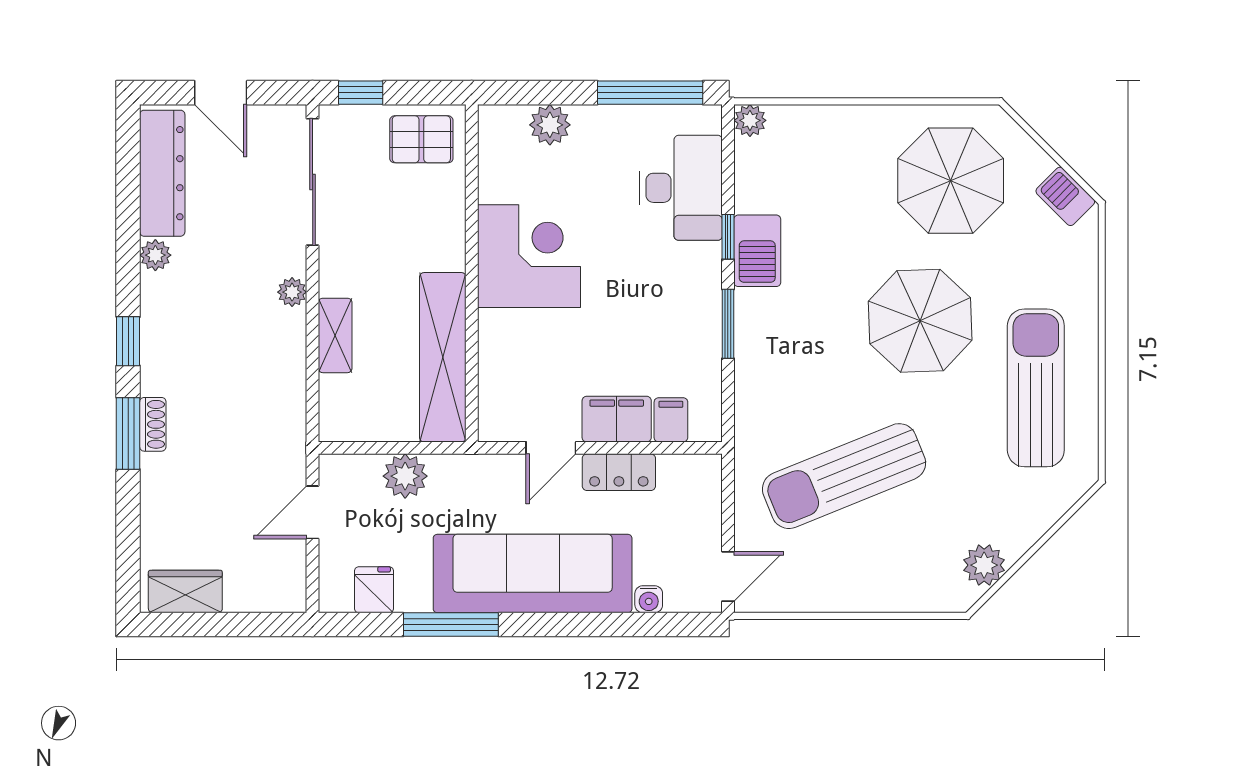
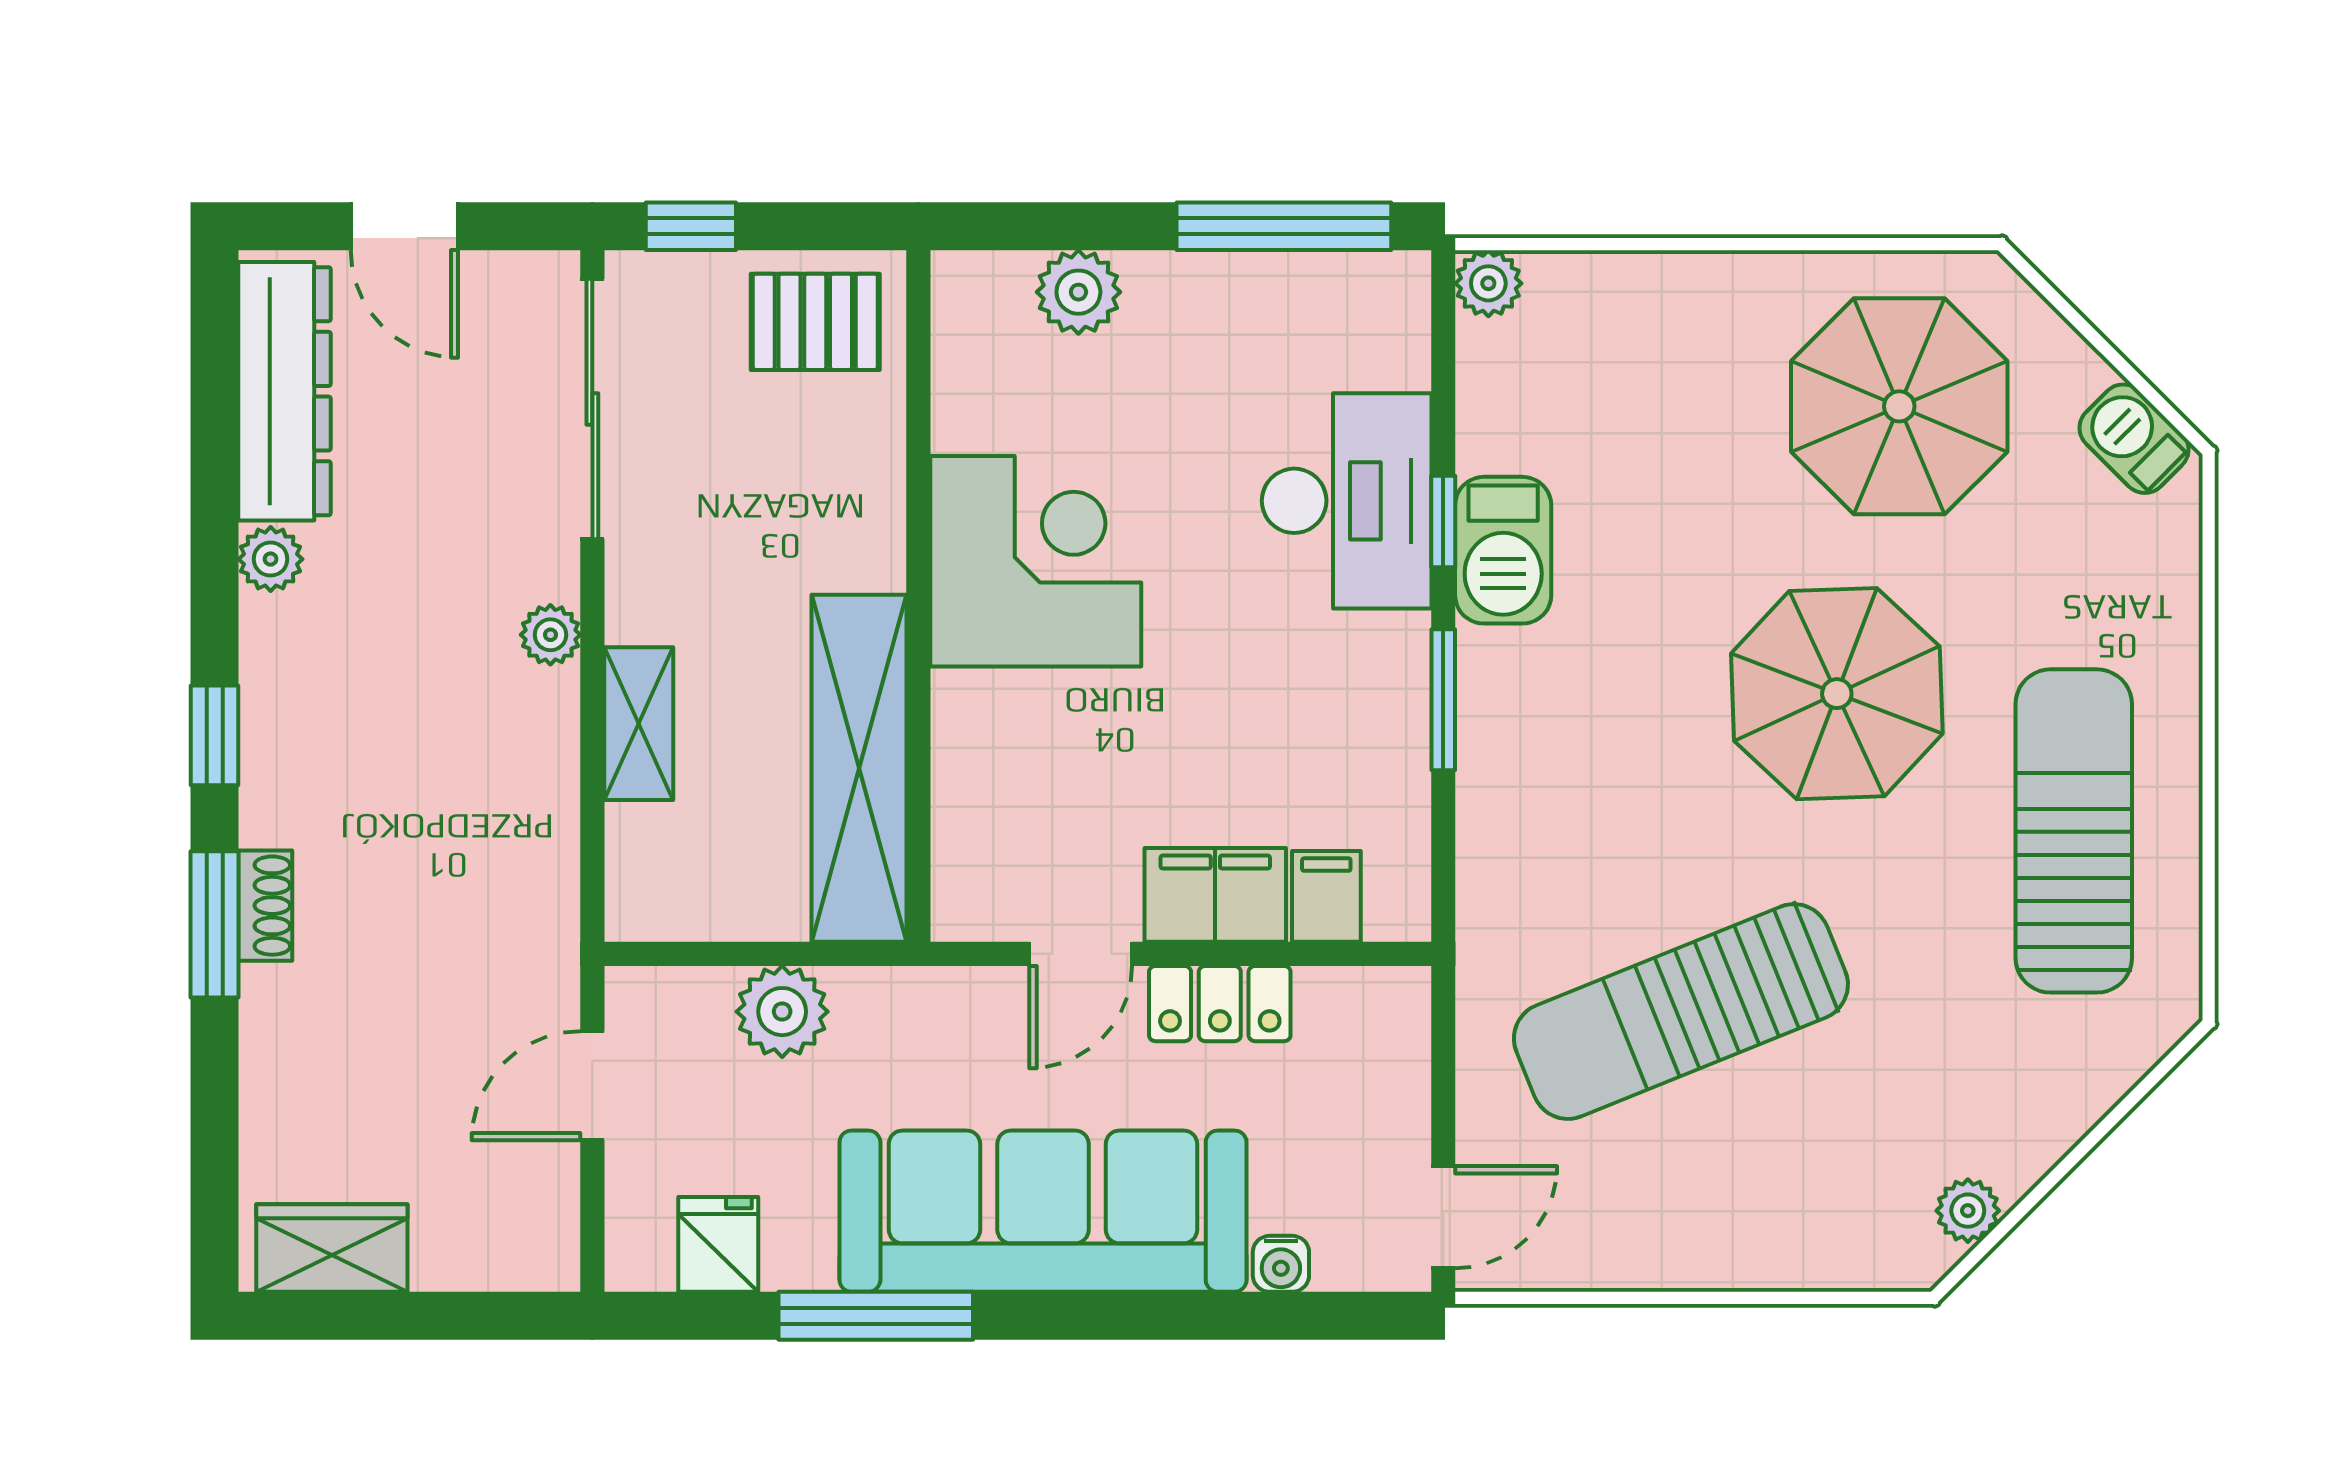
desk: (681, 188) -> (1347, 501), moved
plant: (984, 565) -> (1968, 1211), width x0.73, depth x0.73

